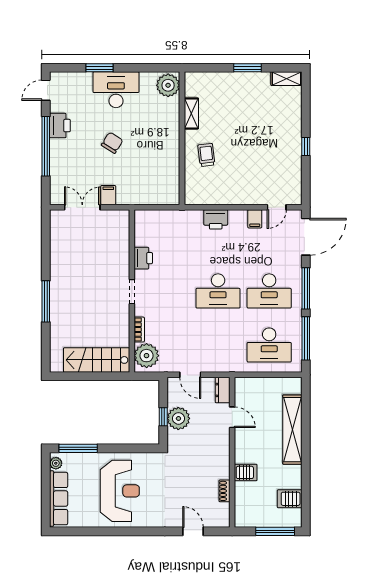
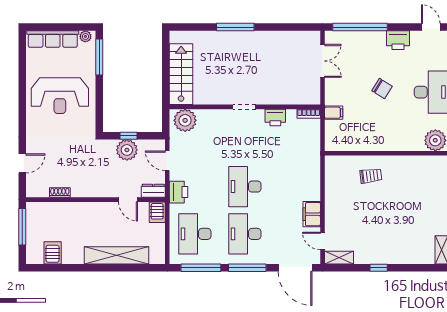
shelving: (191, 113) -> (339, 258), moved
window: (46, 146) -> (360, 27), moved
filing cabinet: (108, 195) -> (334, 113), moved
printer: (216, 219) -> (179, 192), moved, turned 180
filing cabinet: (255, 219) -> (312, 214), width x2.00
bookcase: (139, 330) -> (309, 114), moved
door: (190, 375) -> (167, 161), hinge flipped
door: (232, 417) -> (128, 200), hinge flipped
server rack: (246, 472) -> (157, 212), moved
window: (275, 531) -> (22, 227), moved

